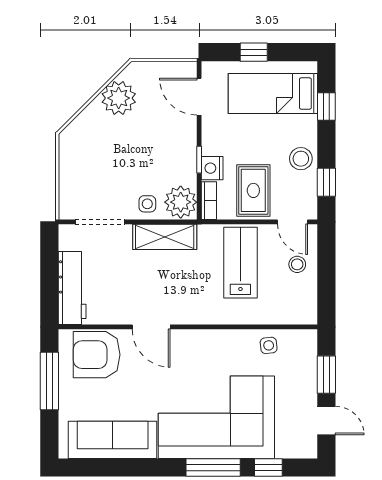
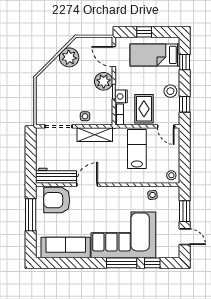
plant: (181, 202) -> (104, 81), moved
stool: (297, 264) -> (171, 175), moved
workbench: (72, 288) -> (56, 176), moved, turned -90
door: (151, 327) -> (87, 185), swing flipped

